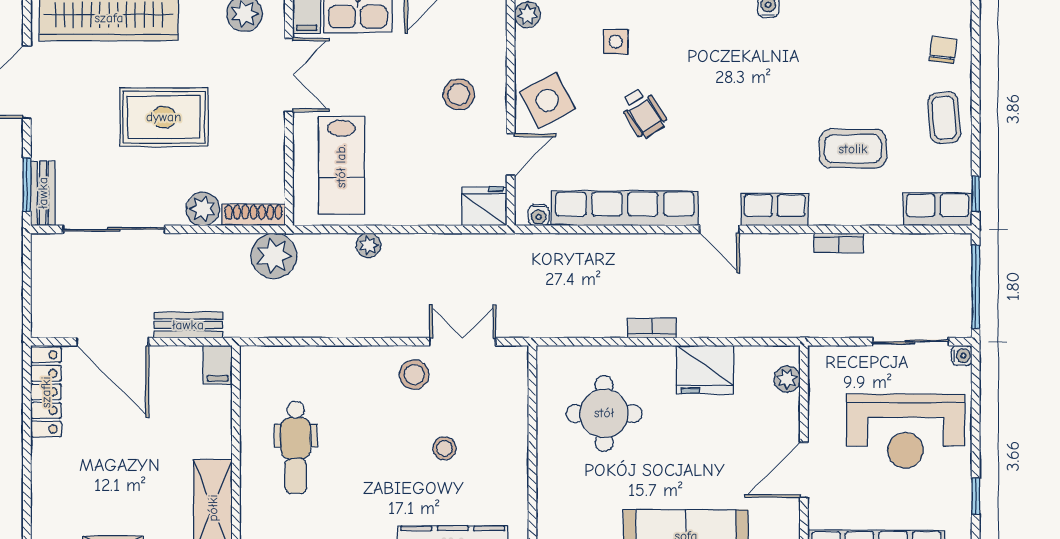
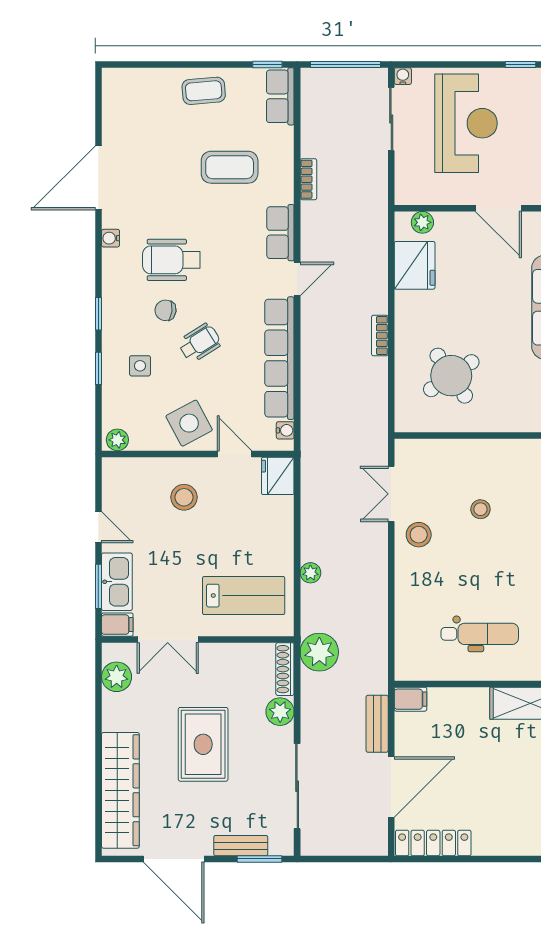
chair: (943, 50) -> (165, 310), moved
double door: (289, 75) -> (168, 639), swing flipped
wheelchair: (742, 79) -> (171, 260), added
coffee table: (853, 149) -> (230, 167), turned 90
bench: (43, 193) -> (241, 846), moved
fridge: (705, 370) -> (415, 265), moved
round table: (604, 413) -> (451, 376), turned -34

